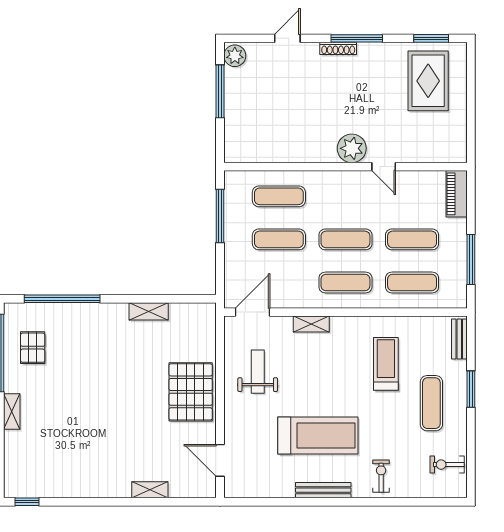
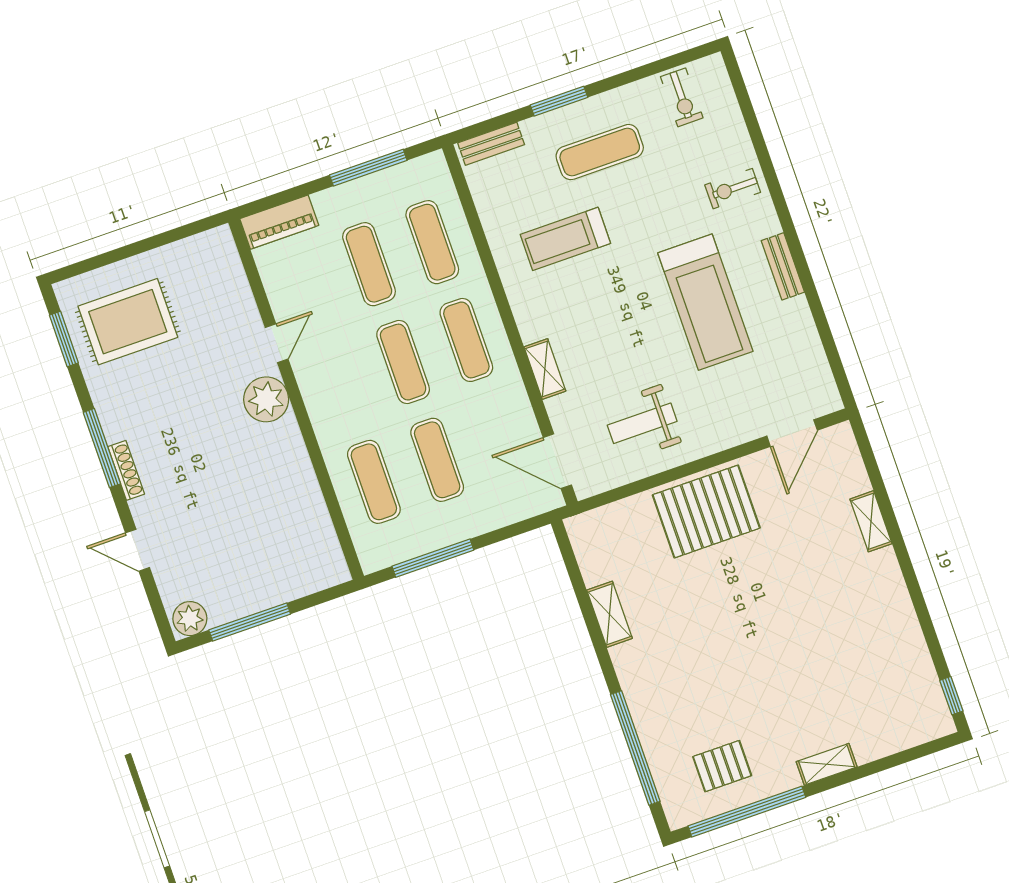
treadmill: (318, 436) -> (705, 302), turned 180
bench: (323, 490) -> (783, 266), width x0.73

